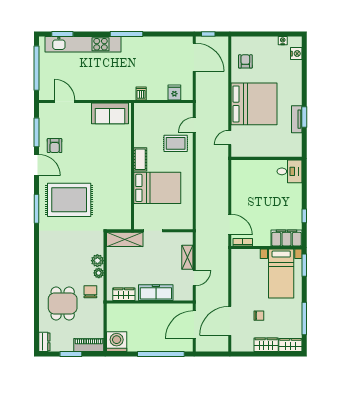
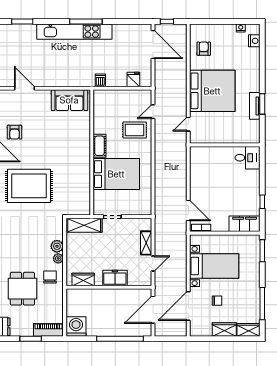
kitchen unit: (83, 44) -> (74, 32), moved
bed with nightstands: (281, 273) -> (214, 266), moved, turned -90
freezer: (156, 293) -> (115, 278), width x0.71

